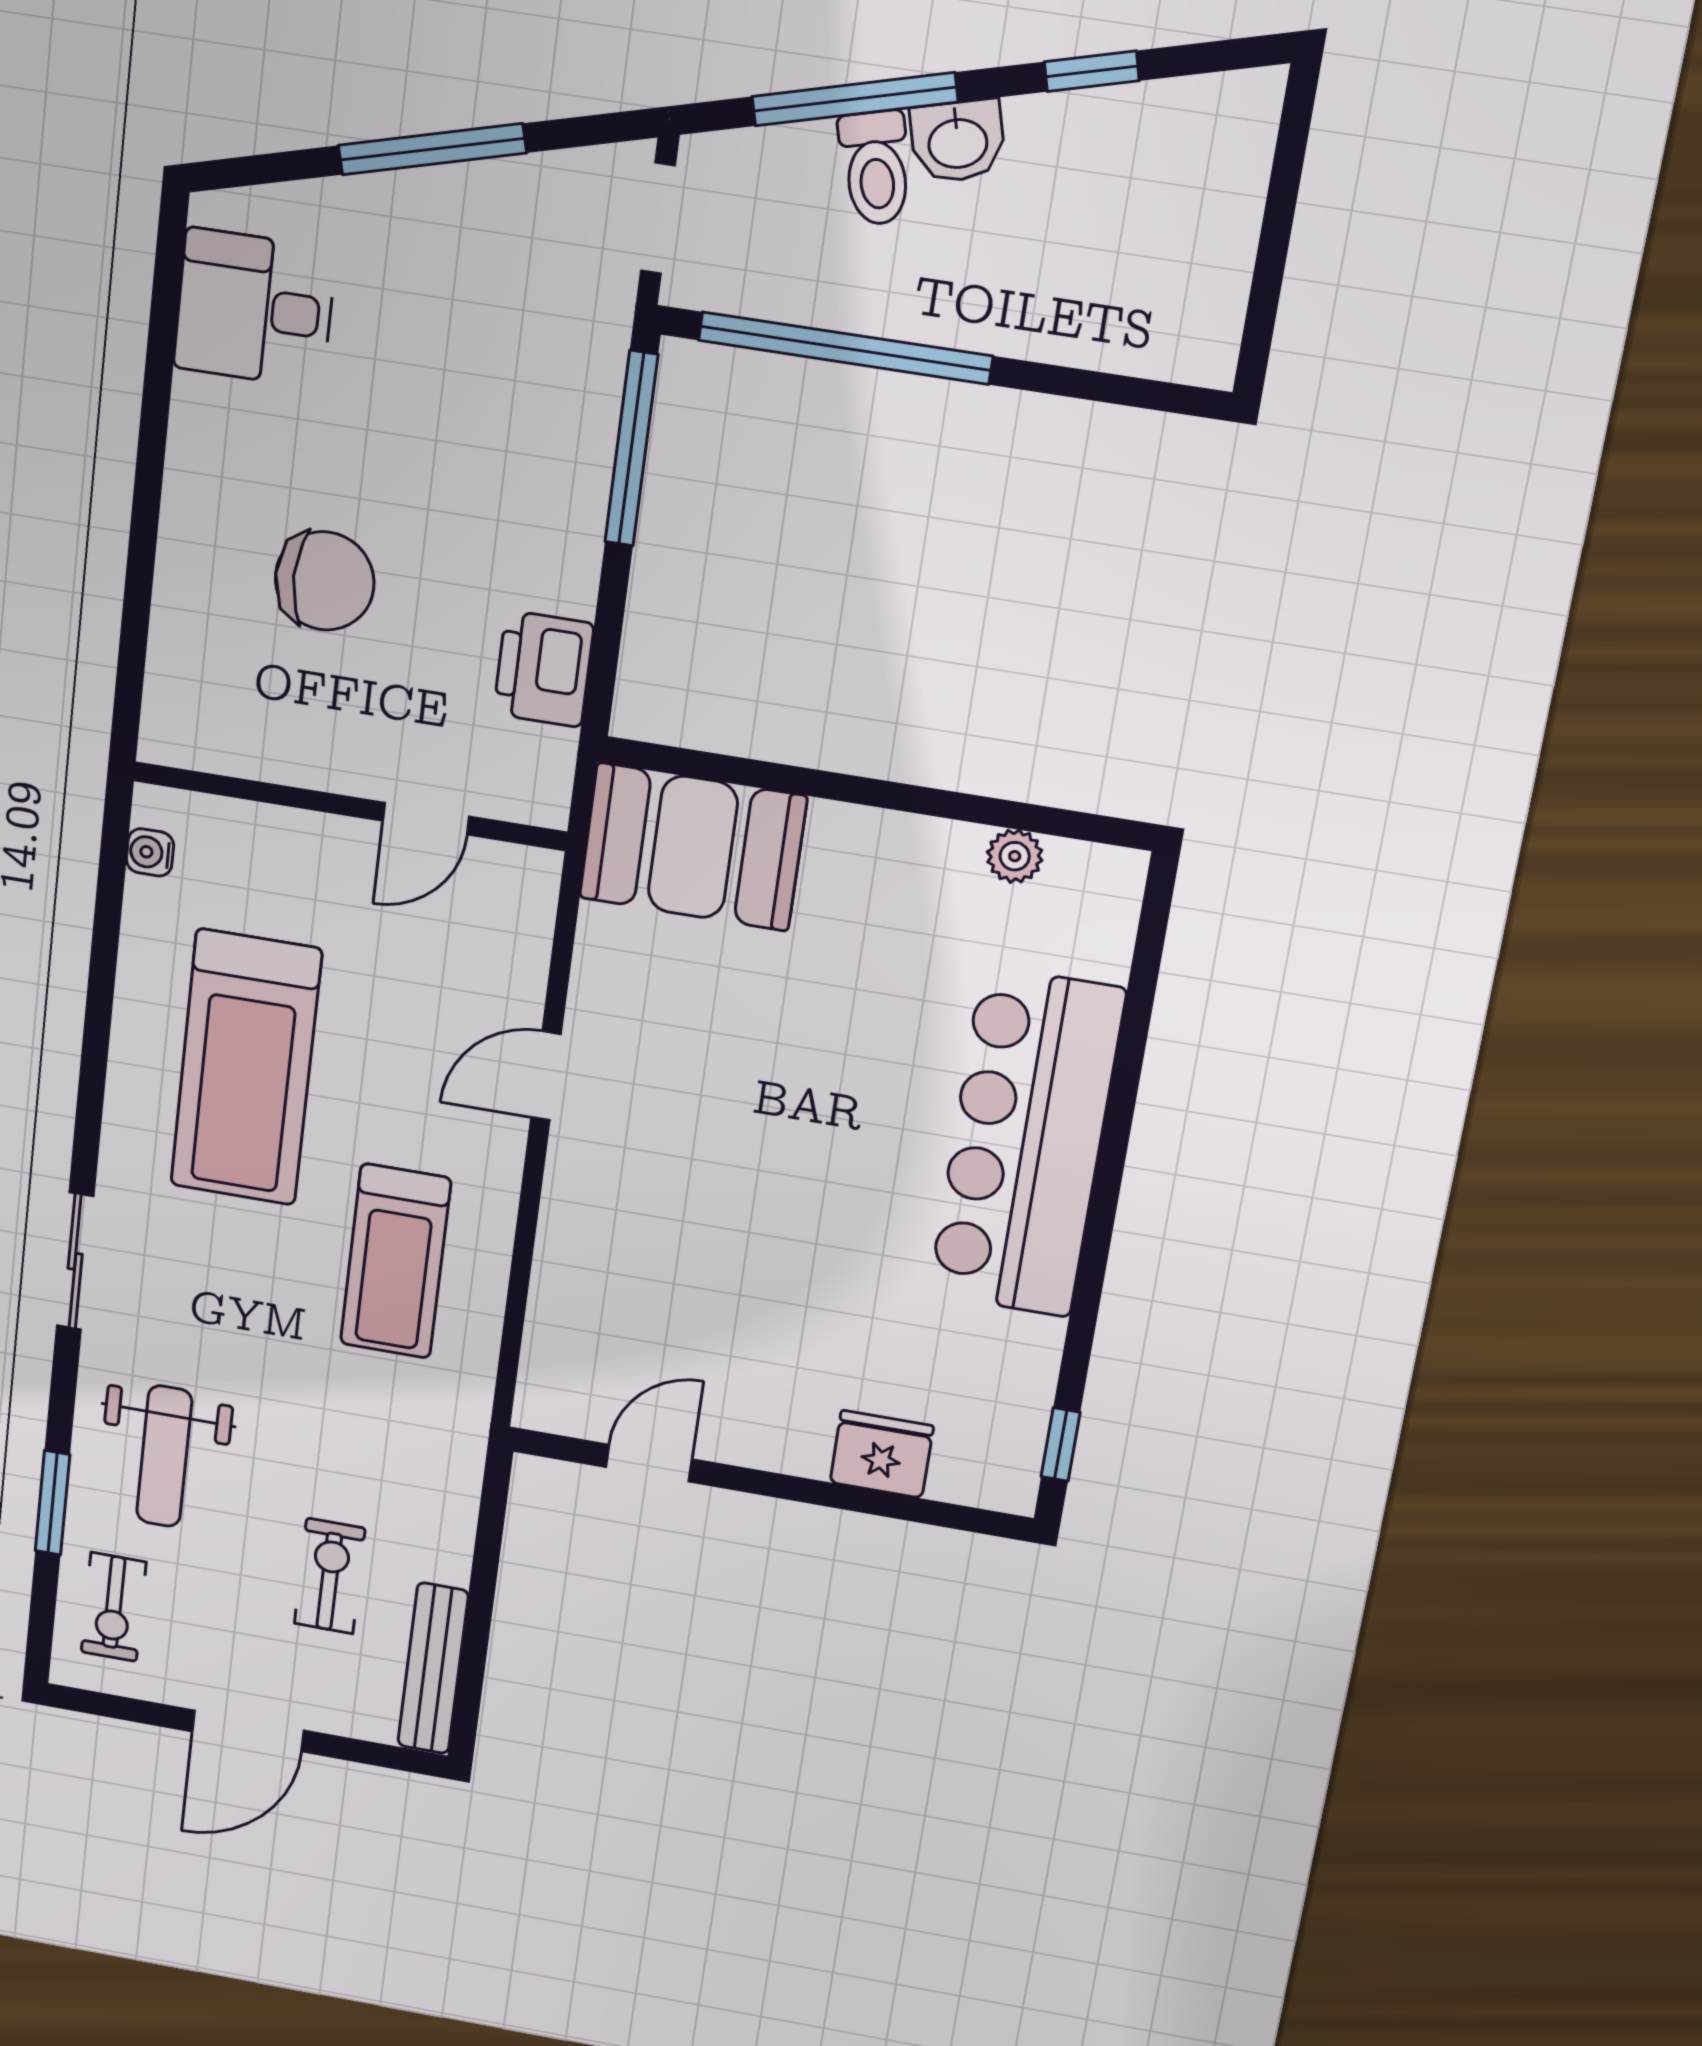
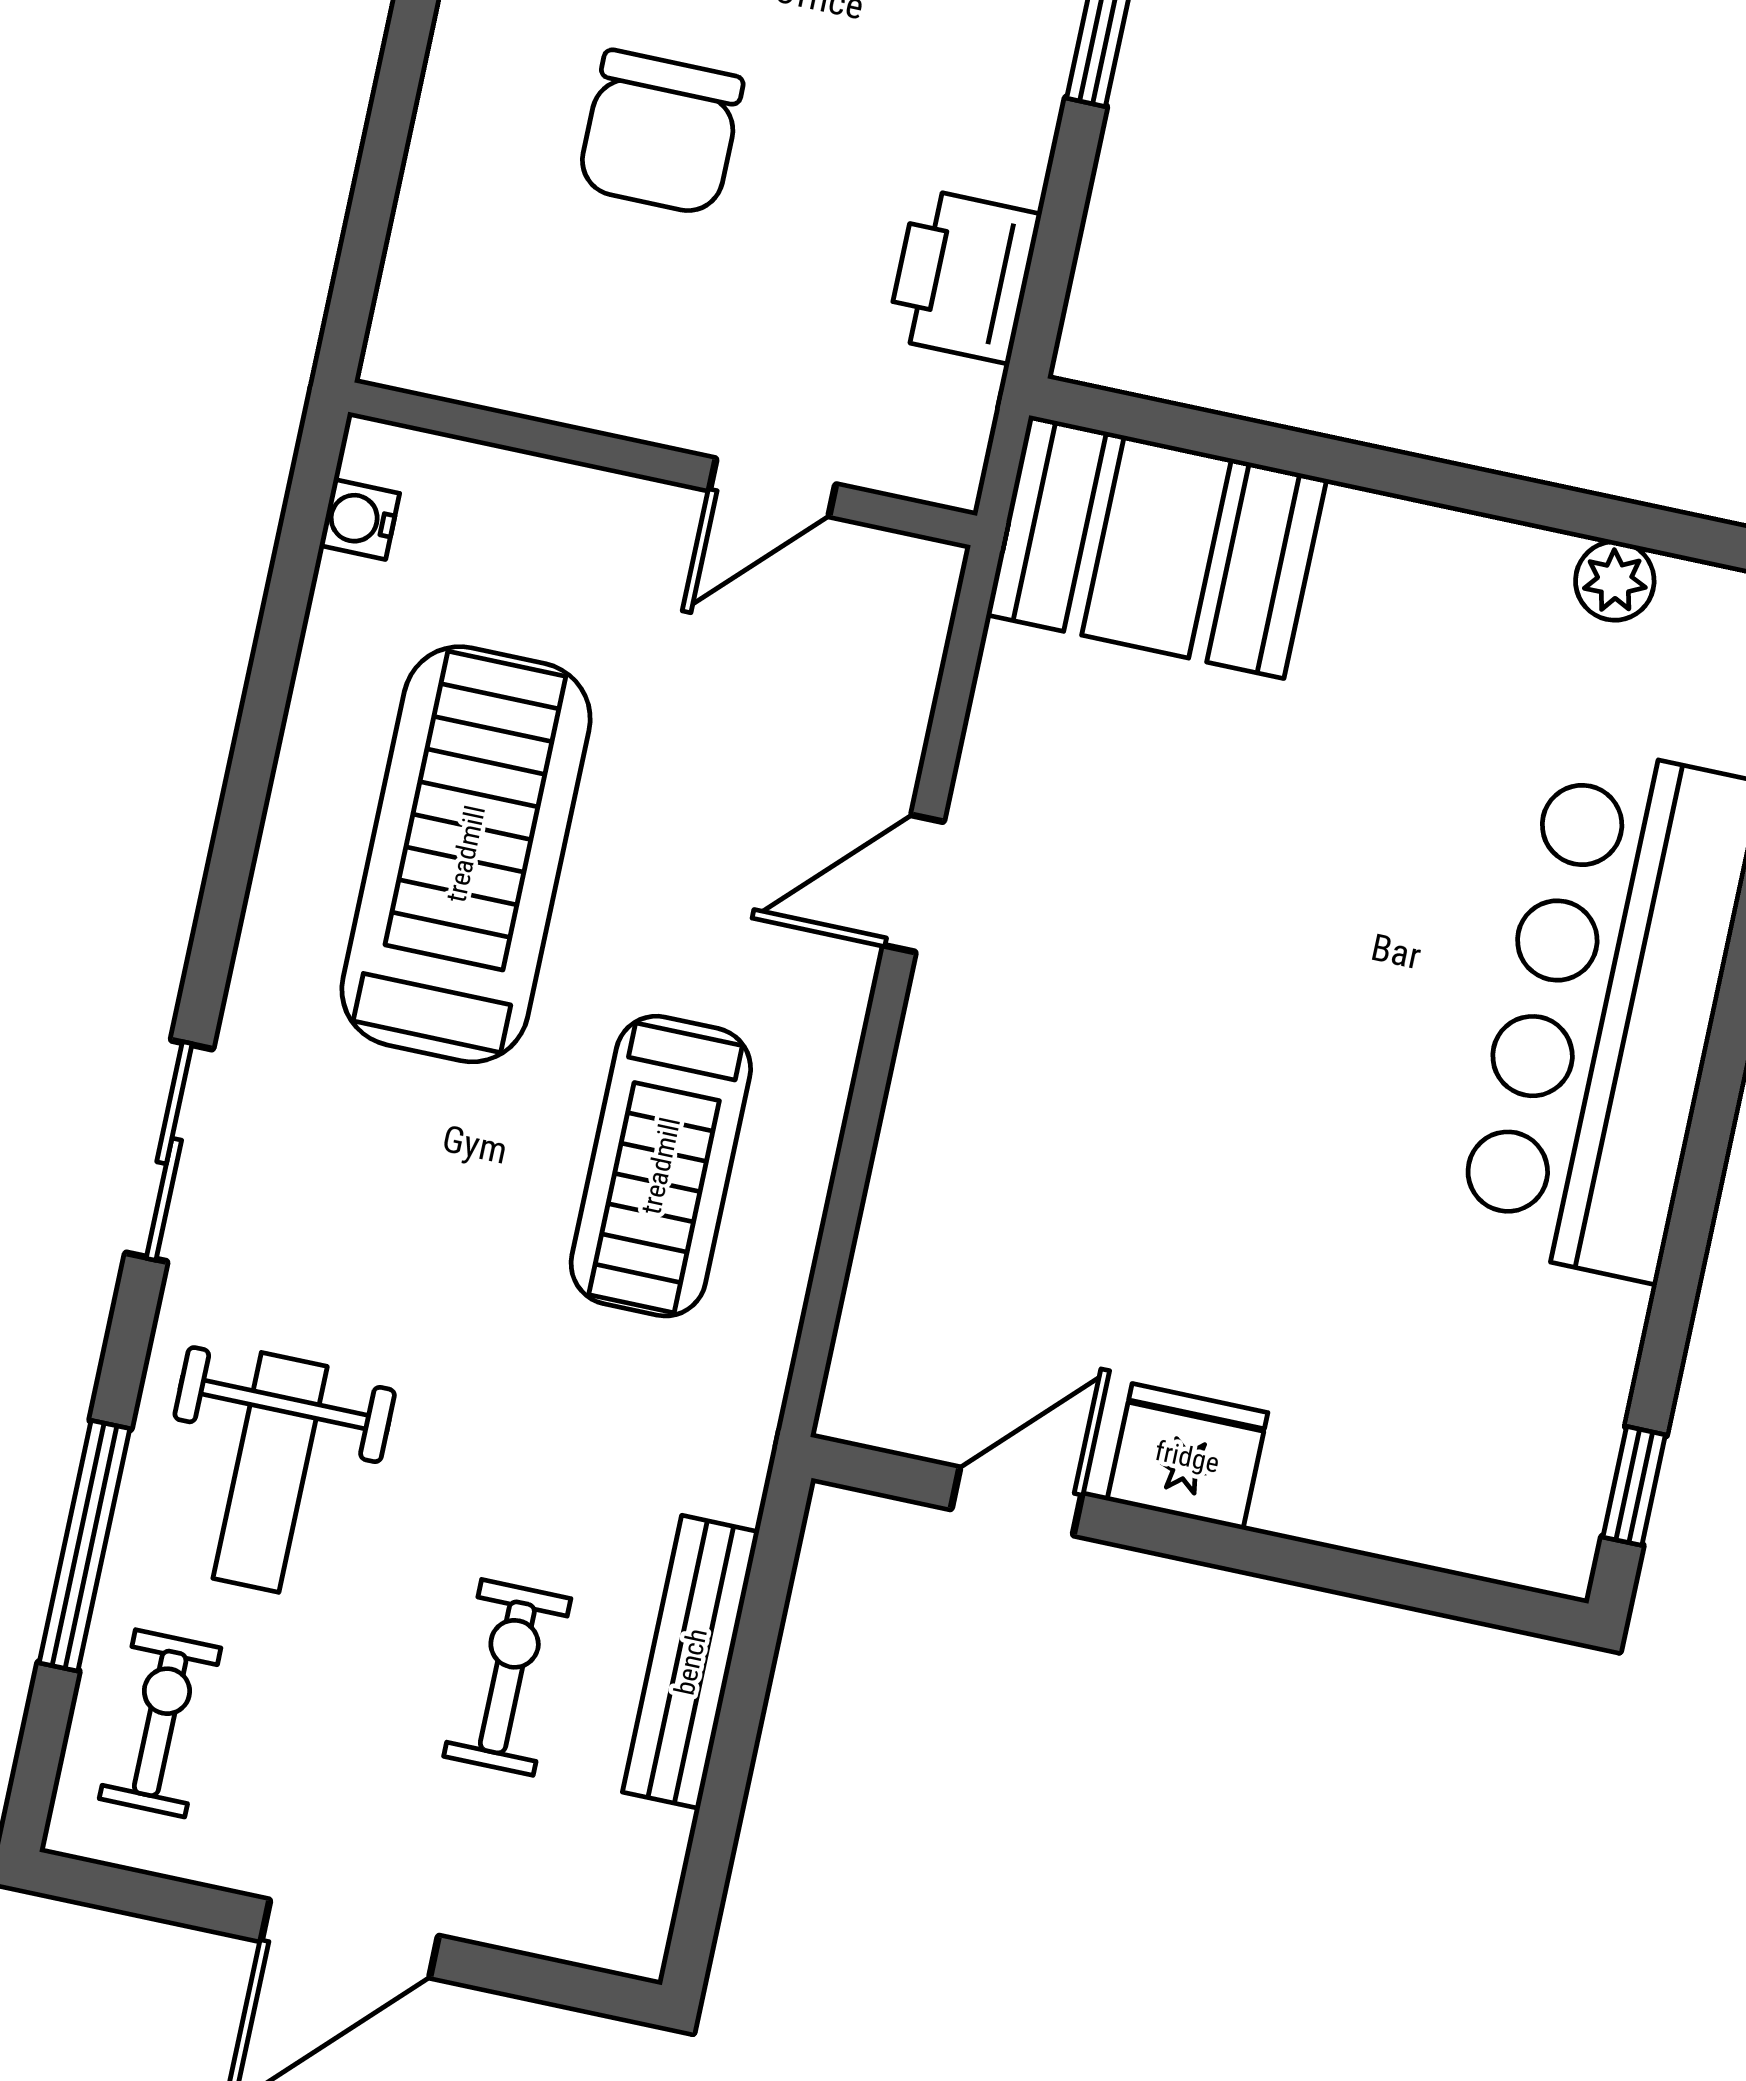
chair: (325, 581) -> (660, 133), turned 90
treadmill: (246, 1068) -> (466, 854), turned 180
fridge: (882, 1454) -> (1187, 1457), moved
window: (52, 1503) -> (85, 1546), width x1.44
exercise bike: (114, 1607) -> (160, 1723), turned 180
bench: (433, 1668) -> (691, 1662), moved

